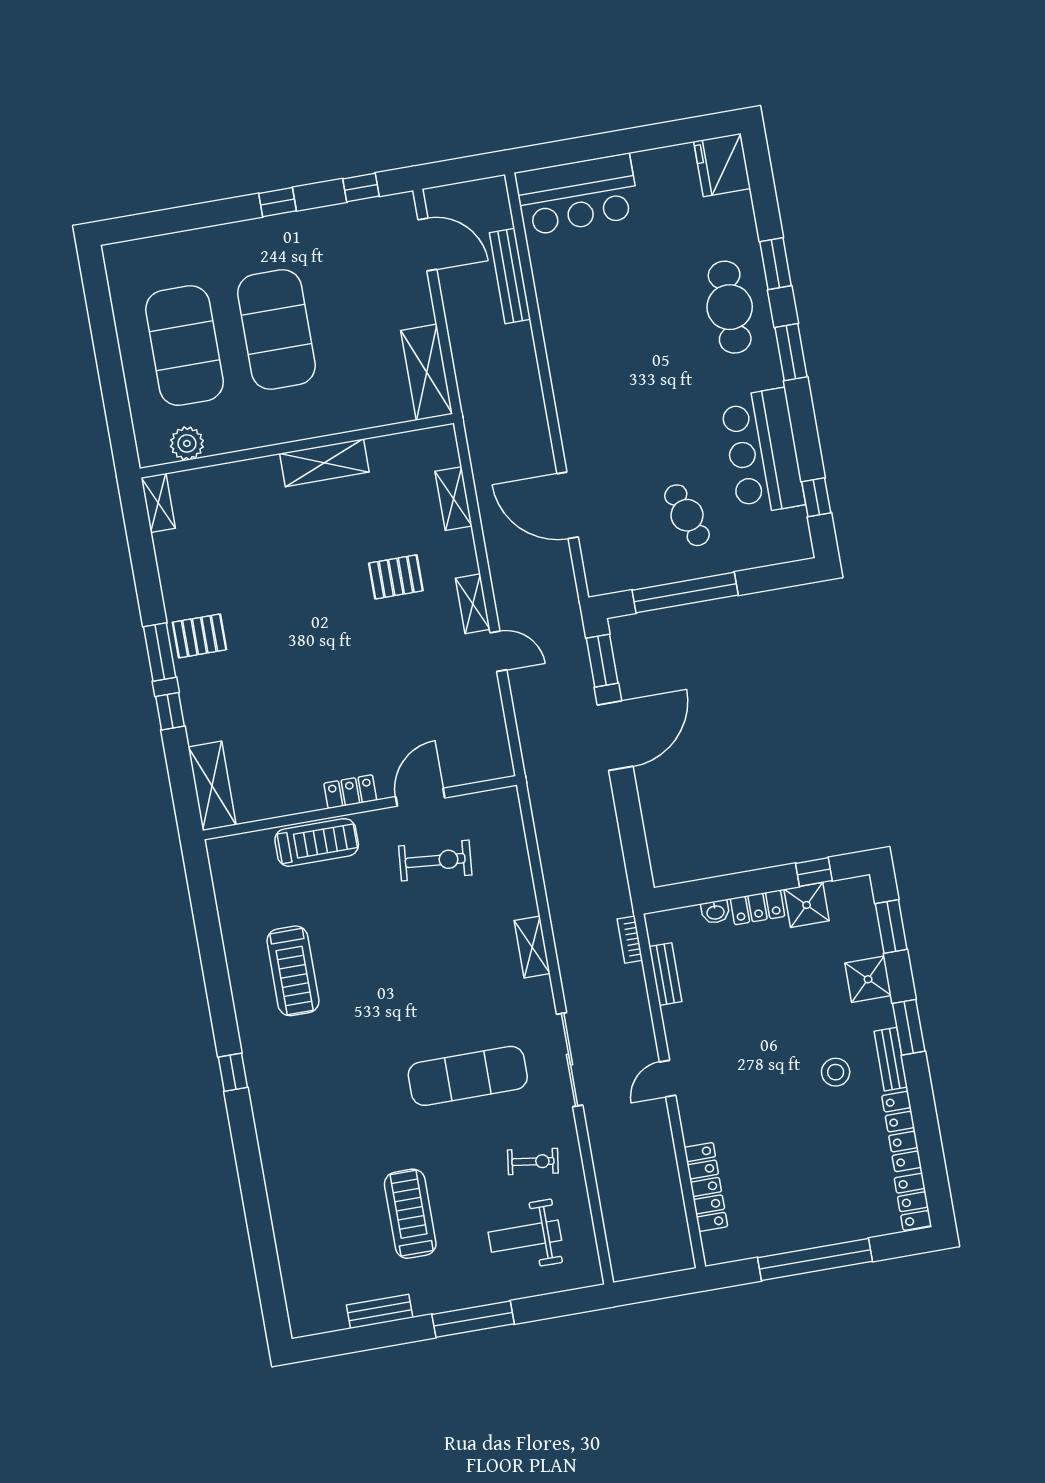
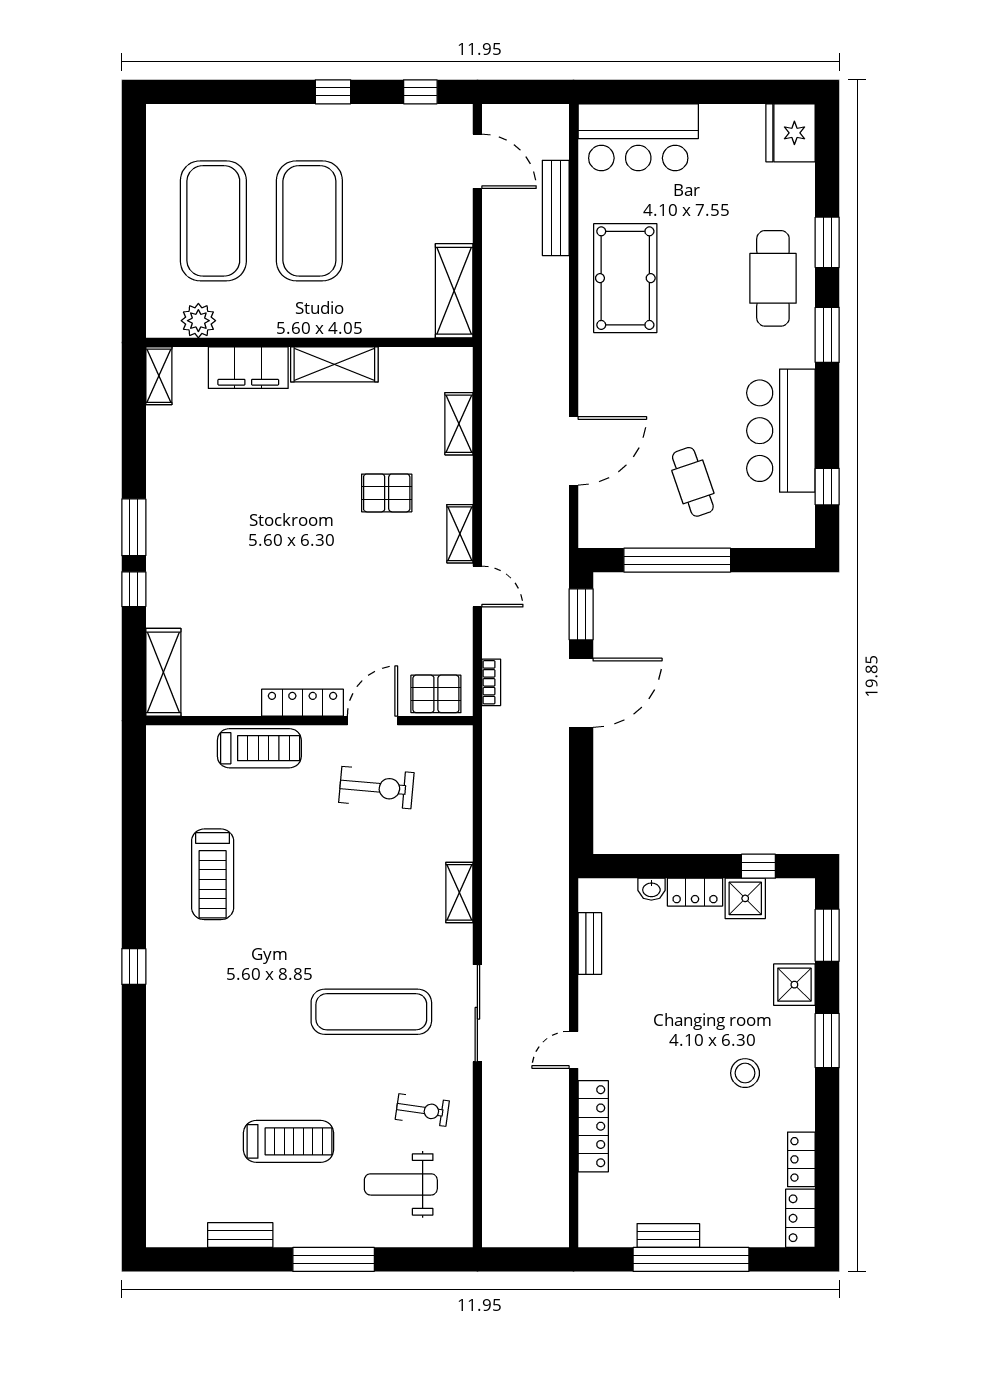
pool table: (588, 332) -> (625, 278), added
filing cabinet: (242, 480) -> (248, 368), added
door: (568, 505) -> (574, 451), swing flipped
pallet: (199, 636) -> (436, 694), moved
locker: (350, 792) -> (303, 703), width x1.53
bookcase: (630, 940) -> (491, 682), moved, turned 180
bench: (891, 1059) -> (668, 1235), moved, turned 90
locker: (901, 1132) -> (801, 1159), width x0.66
locker: (706, 1187) -> (593, 1126), moved
treadmill: (410, 1214) -> (289, 1141), turned 90

